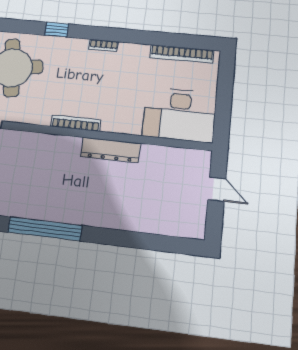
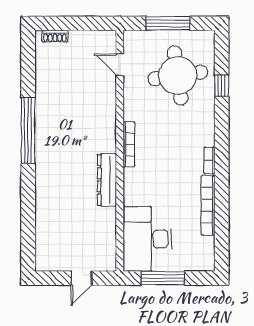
window: (57, 30) -> (222, 86), moved
bookcase: (182, 54) -> (208, 205), moved
window: (224, 103) -> (163, 278), added

